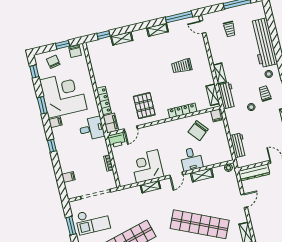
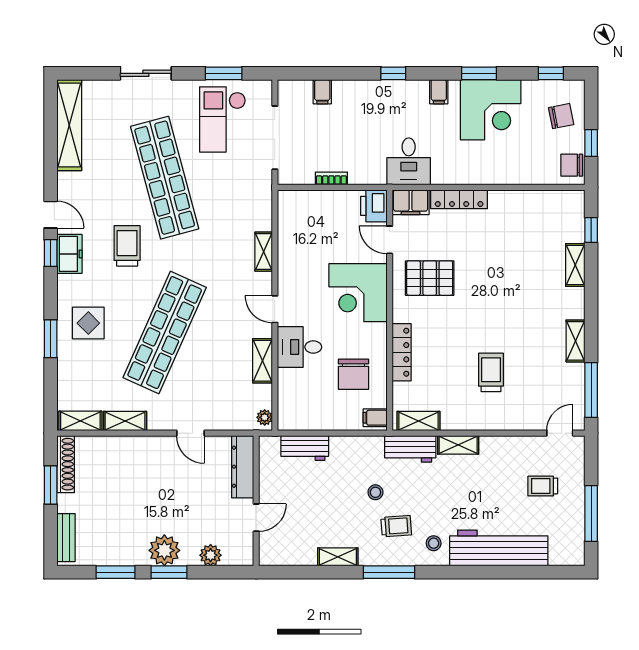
corner desk: (63, 95) -> (491, 110), width x0.74, depth x0.74
chair: (198, 131) -> (353, 374), turned -140
corner desk: (147, 166) -> (358, 293), moved, turned 180

